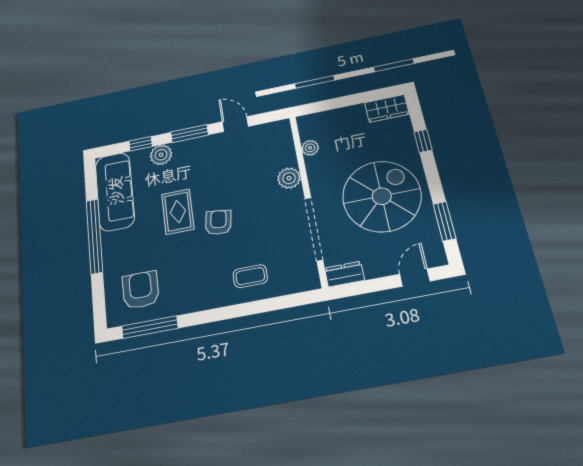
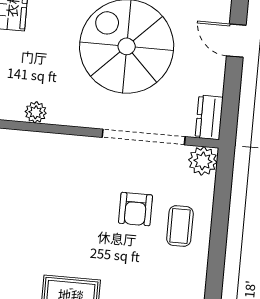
plant: (289, 178) -> (203, 161), moved
armchair: (218, 222) -> (135, 209), moved, turned -98

